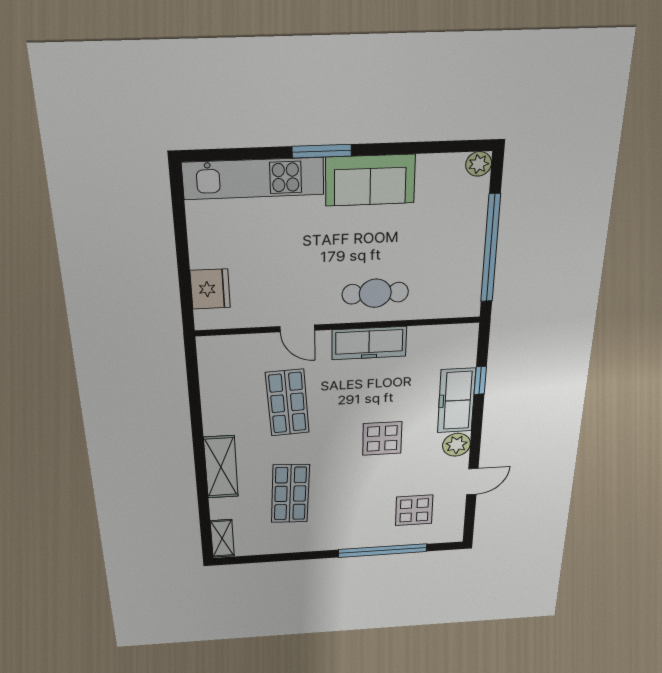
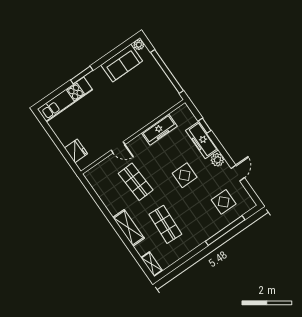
sofa: (370, 180) -> (122, 63), moved
cafe table: (375, 293) -> (137, 115), removed
freezer: (369, 343) -> (159, 130), moved

